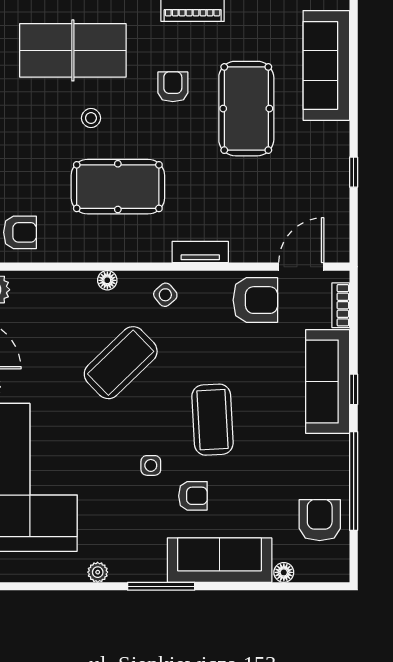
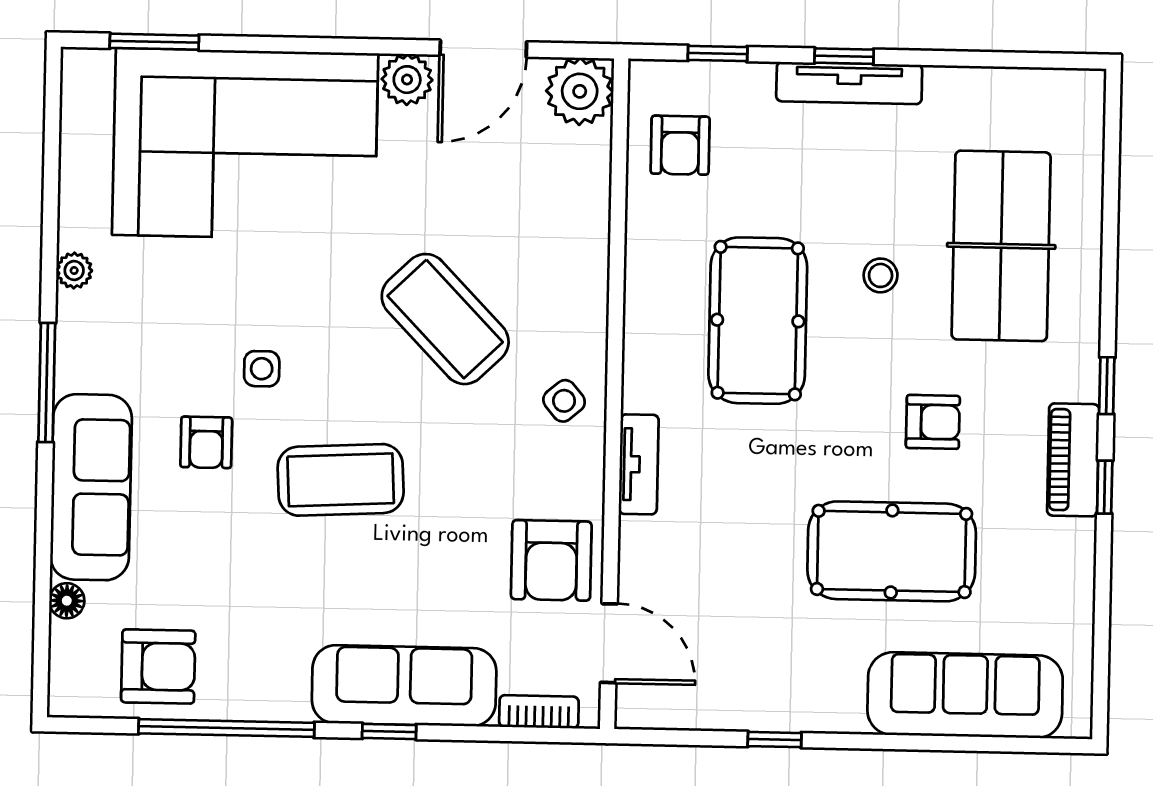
floor lamp: (107, 280) -> (592, 298), removed

